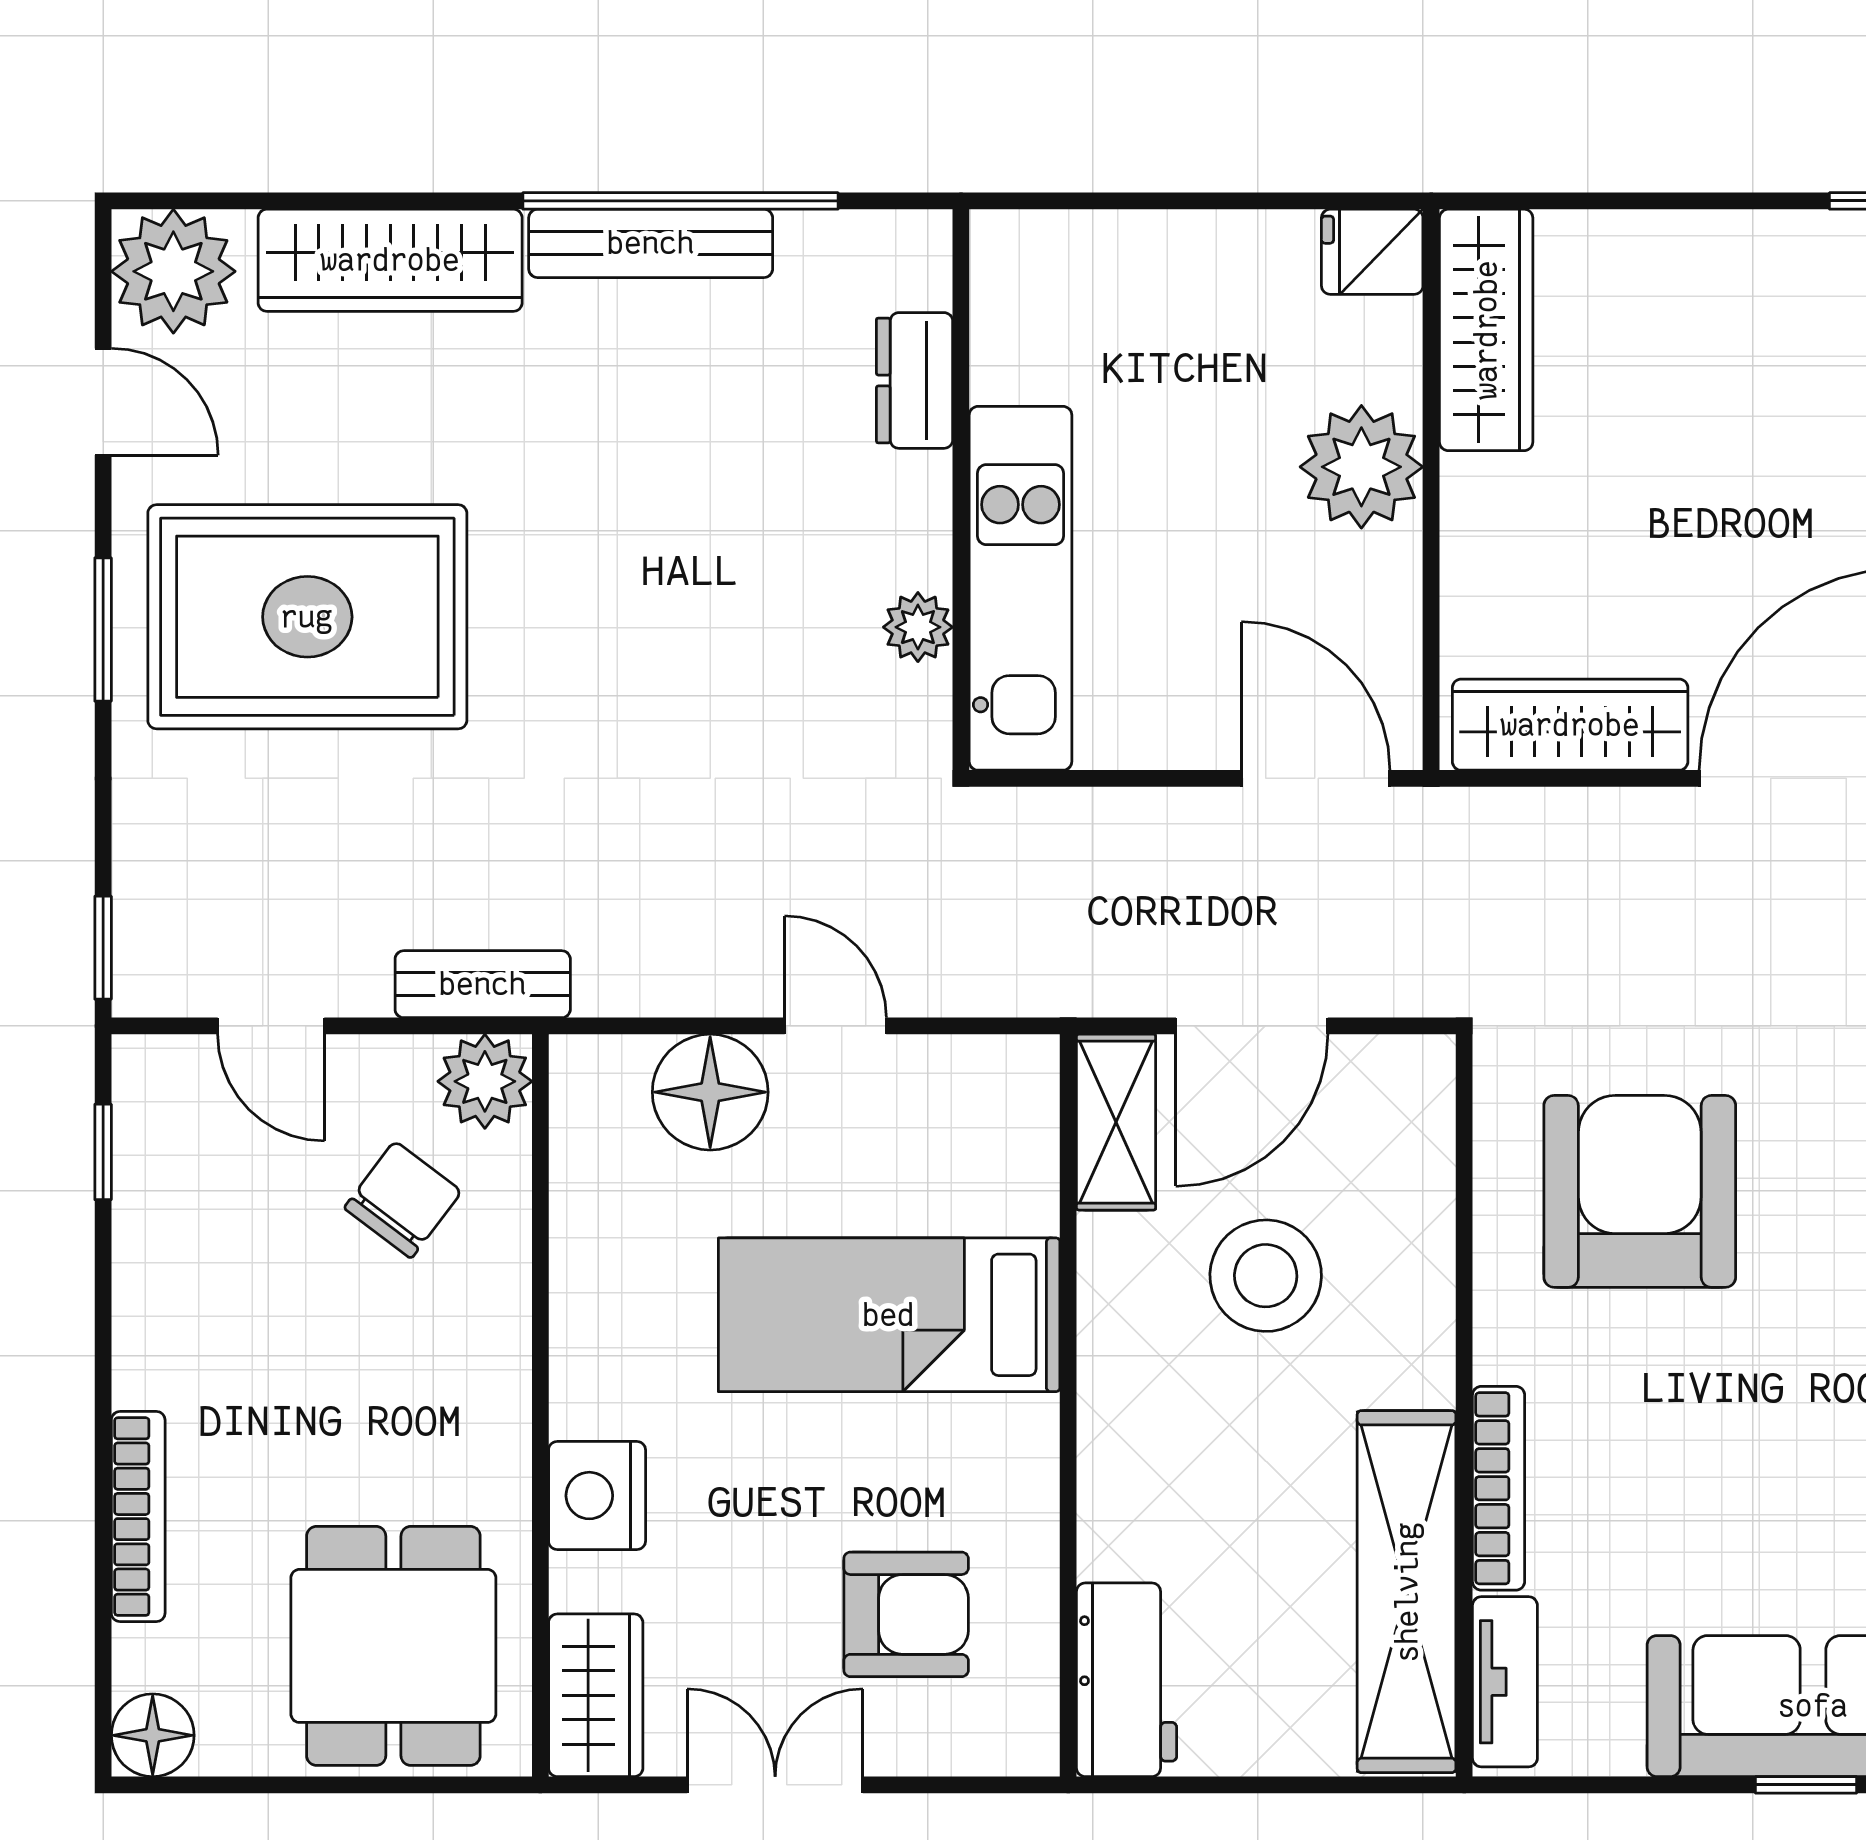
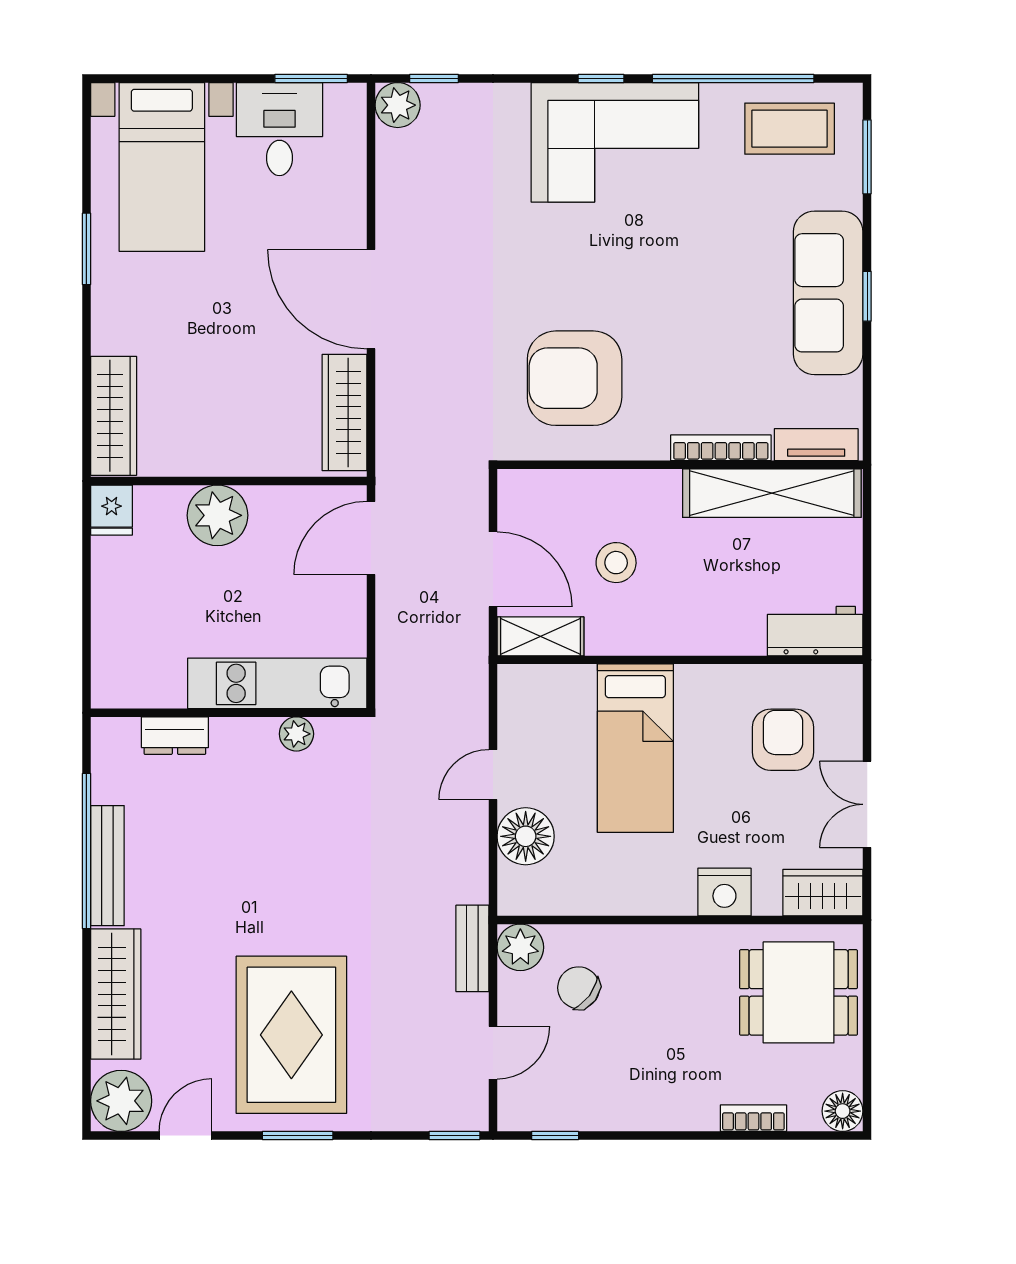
wardrobe: (1486, 330) -> (114, 416), moved, turned 90
stool: (1266, 1276) -> (616, 563), width x0.73, depth x0.73
bookcase: (138, 1517) -> (753, 1118), width x0.64

